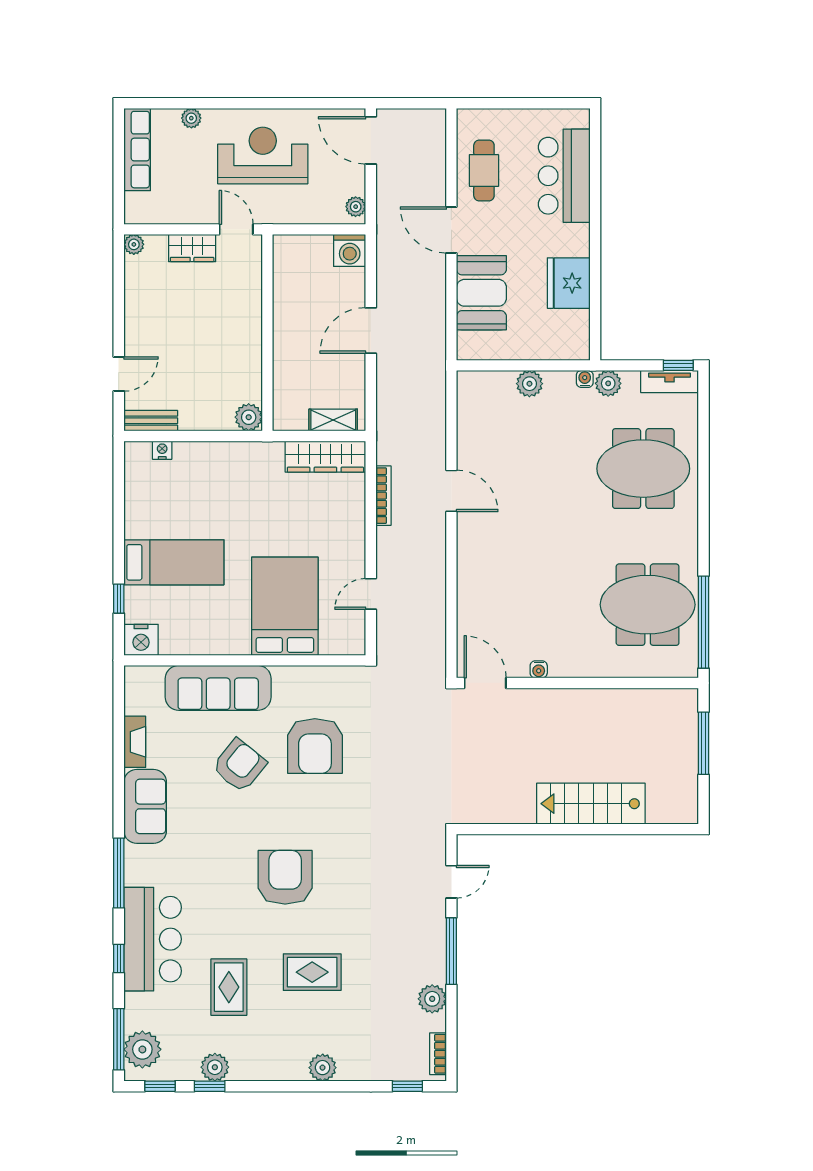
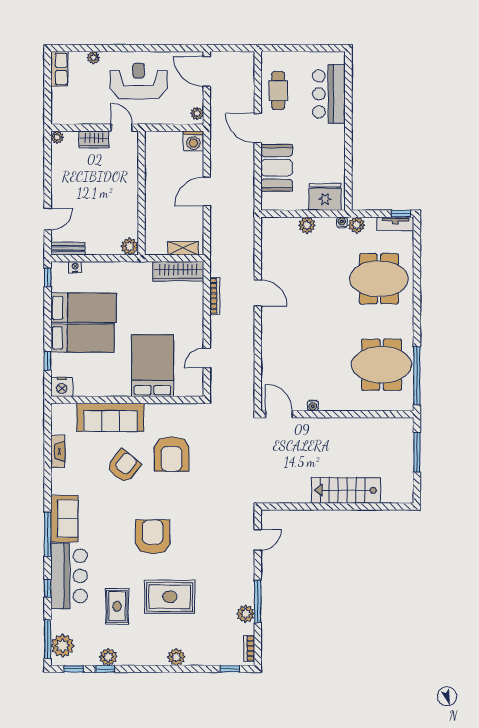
row of seats: (137, 150) -> (59, 69), width x0.68
fridge: (569, 283) -> (325, 197), moved, turned 90
window: (119, 467) -> (48, 278), added
bed: (176, 514) -> (84, 308), added
sofa: (145, 806) -> (64, 519), moved
window: (451, 951) -> (258, 602), moved
rug: (312, 972) -> (170, 597), width x1.36, depth x1.43

